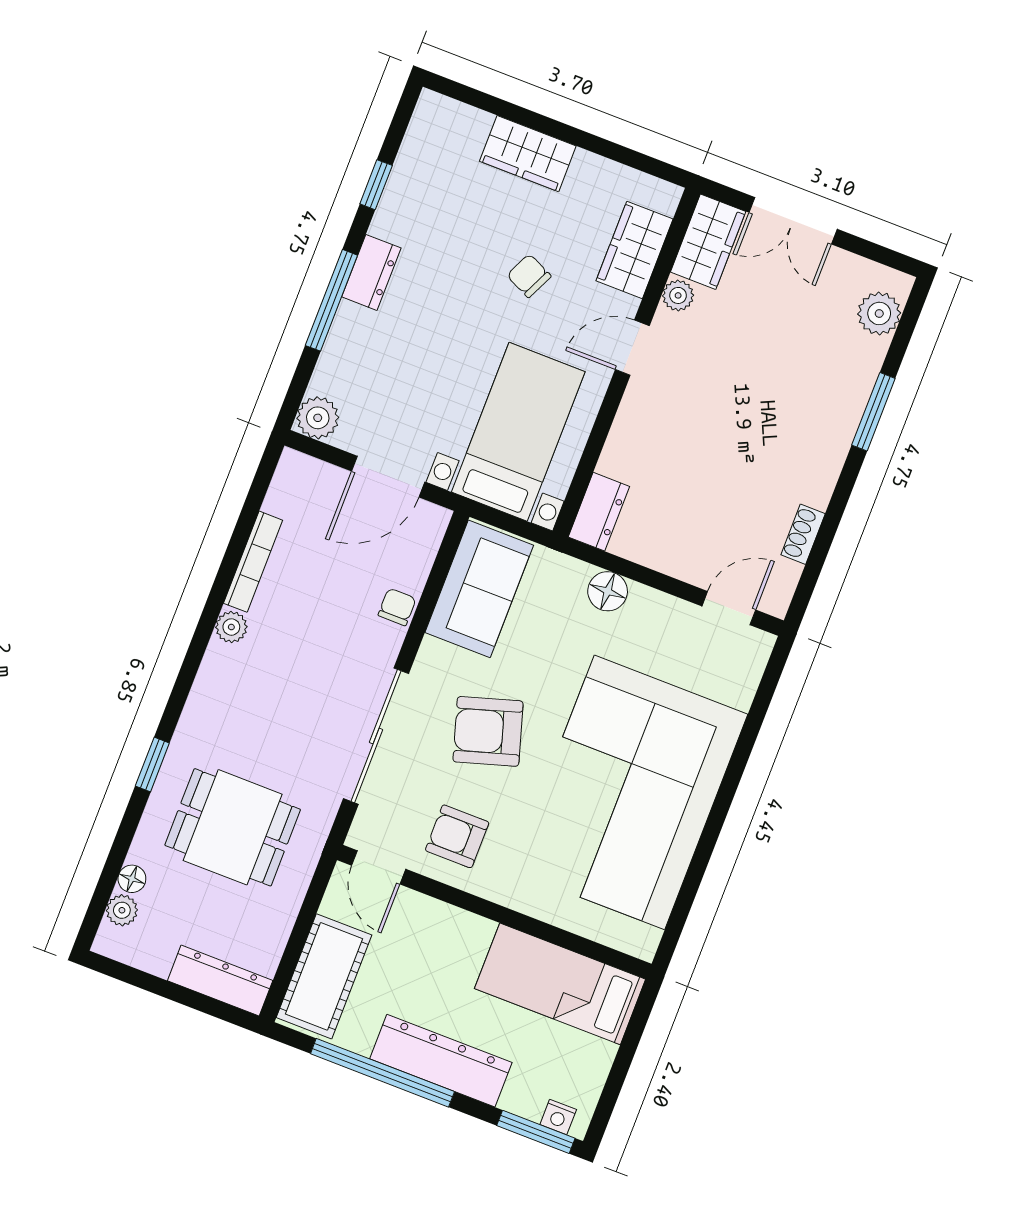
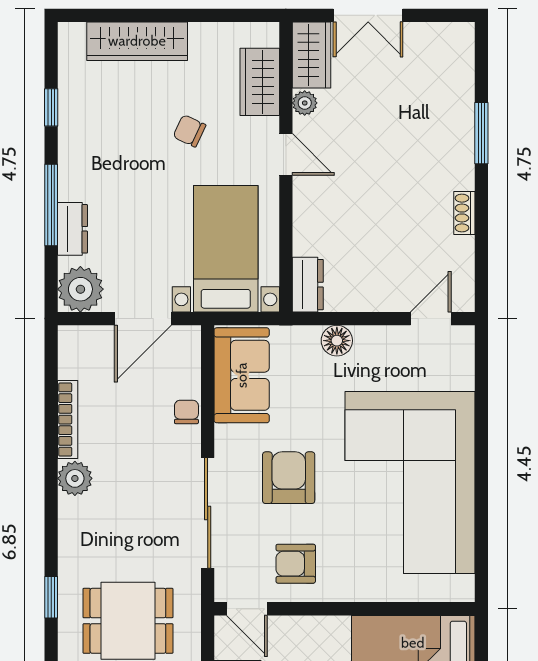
wardrobe: (528, 154) -> (137, 41), width x1.50
dresser: (371, 272) -> (72, 229), moved
plant: (879, 313) -> (458, 59), removed
door: (632, 348) -> (286, 154), swing flipped
plant: (318, 418) -> (80, 289), width x1.36, depth x1.36
shoe rack: (803, 534) -> (464, 213), moved
plant: (231, 627) -> (75, 478), width x1.38, depth x1.38
armchair: (488, 731) -> (289, 478), turned 107

